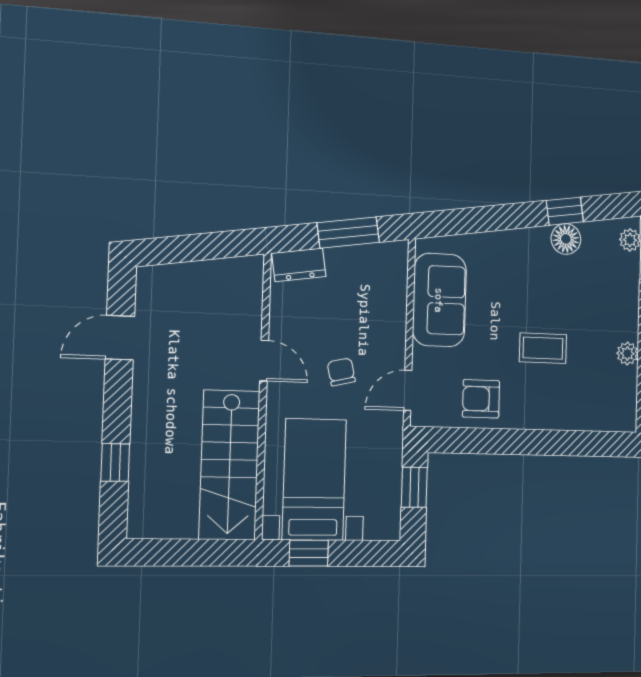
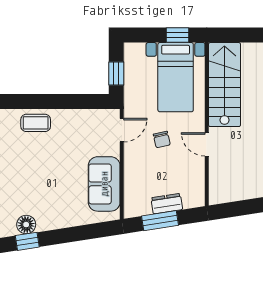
dresser: (299, 265) -> (167, 204), moved
coffee table: (543, 348) -> (36, 123), moved
armchair: (481, 399) -> (77, 126), removed

